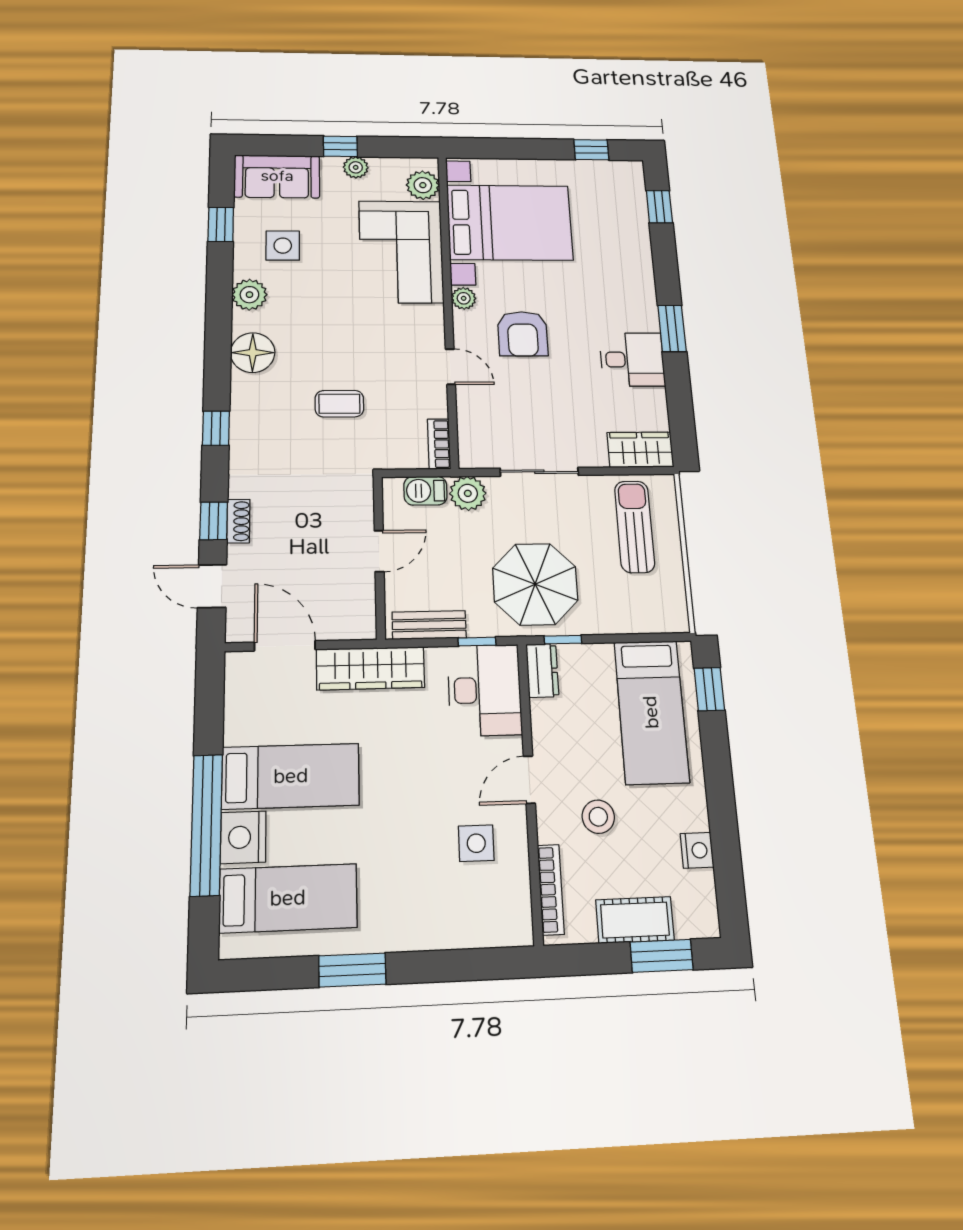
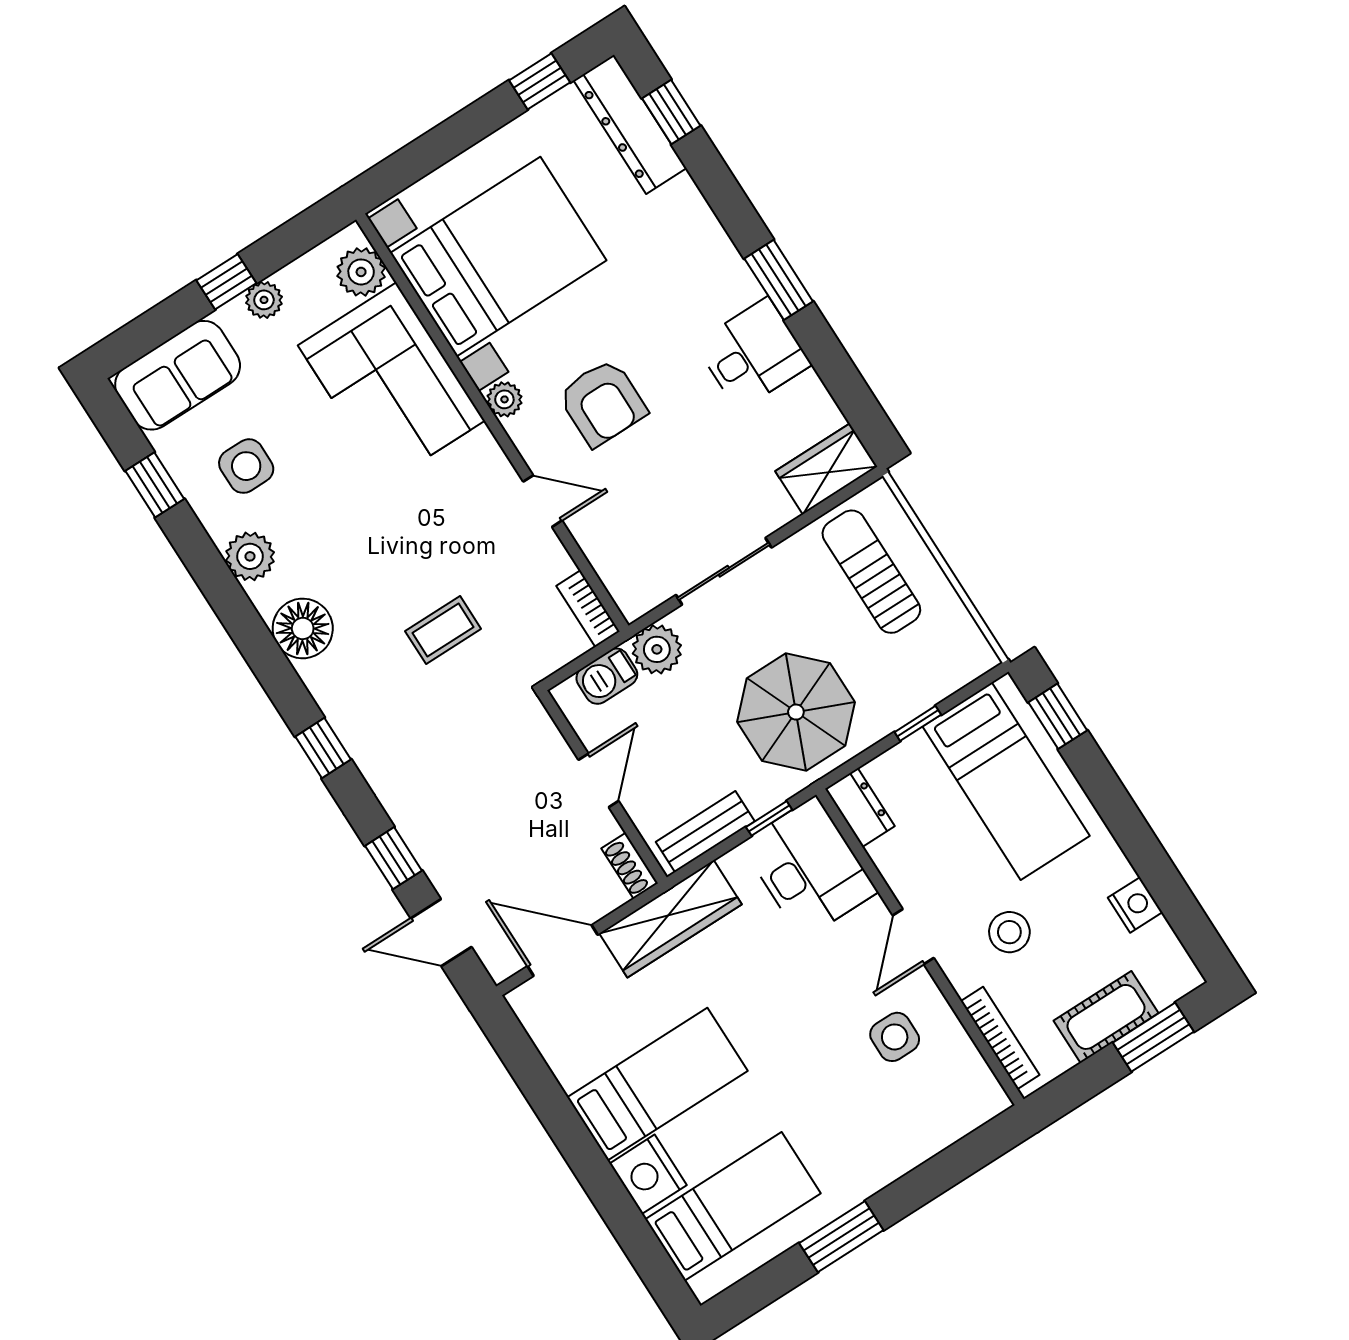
dresser: (631, 199) -> (630, 124), added
shoe rack: (238, 521) -> (630, 866), moved, turned 180
window: (563, 640) -> (918, 723), moved
window: (206, 824) -> (602, 1184), removed

